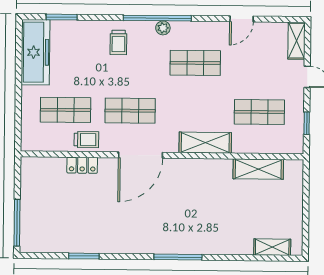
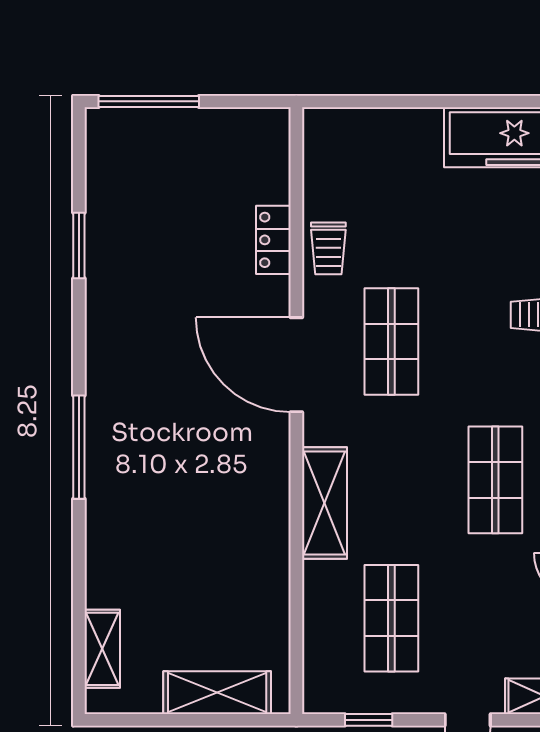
shop shelf: (66, 110) -> (391, 203), removed
shelving: (258, 169) -> (217, 693), moved, turned 90

